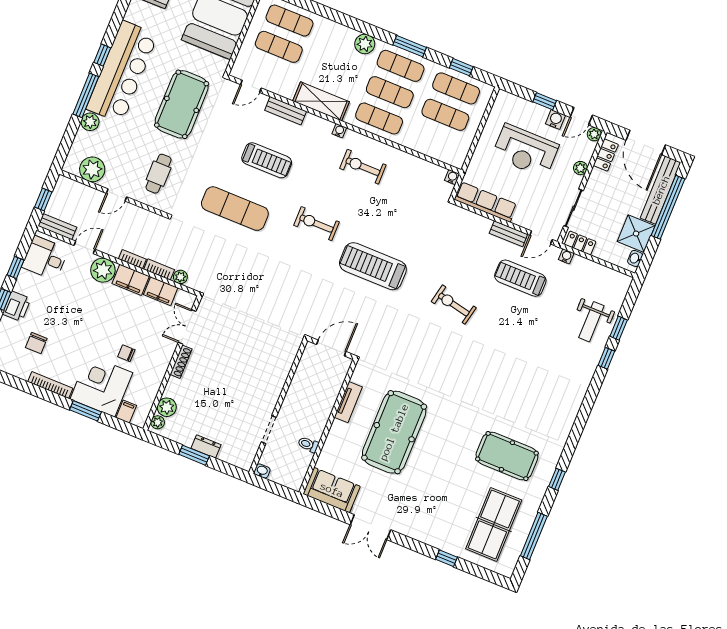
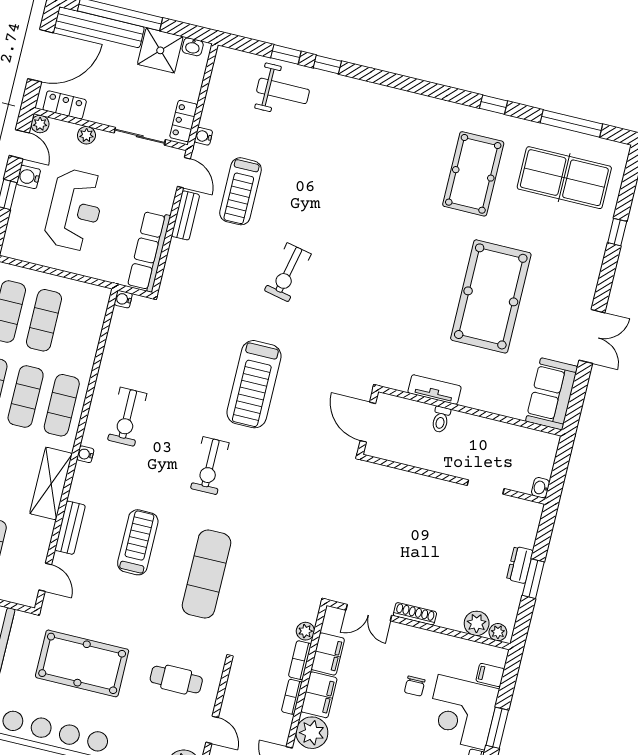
pool table: (394, 432) -> (491, 296), moved, turned 90
toilet: (308, 445) -> (441, 419), moved

